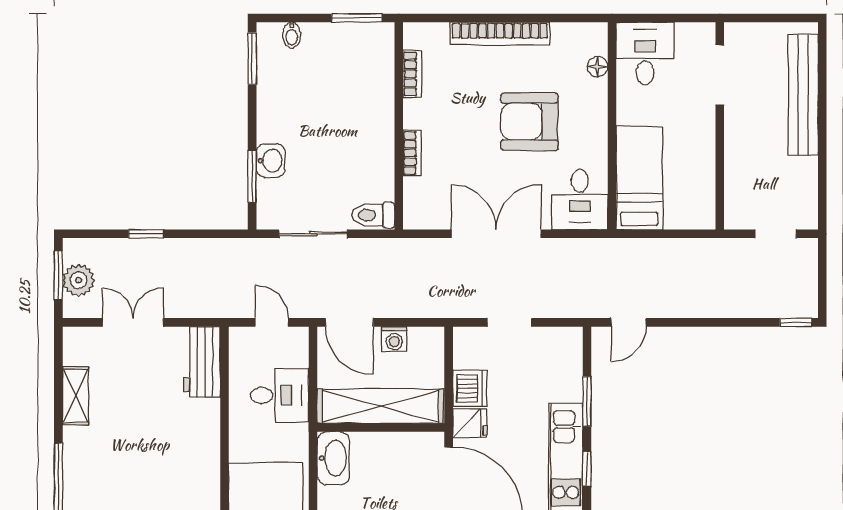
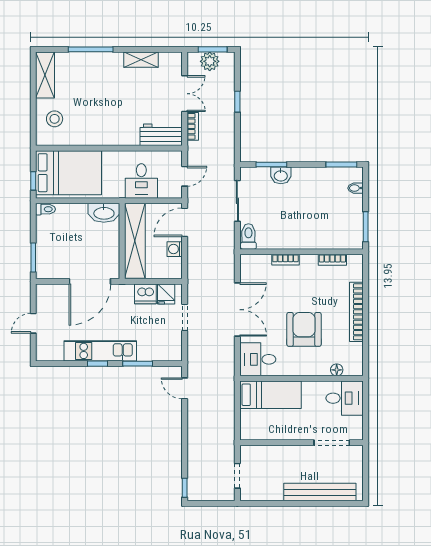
bookcase: (188, 309) -> (193, 126), added
fridge: (470, 423) -> (166, 294), moved

